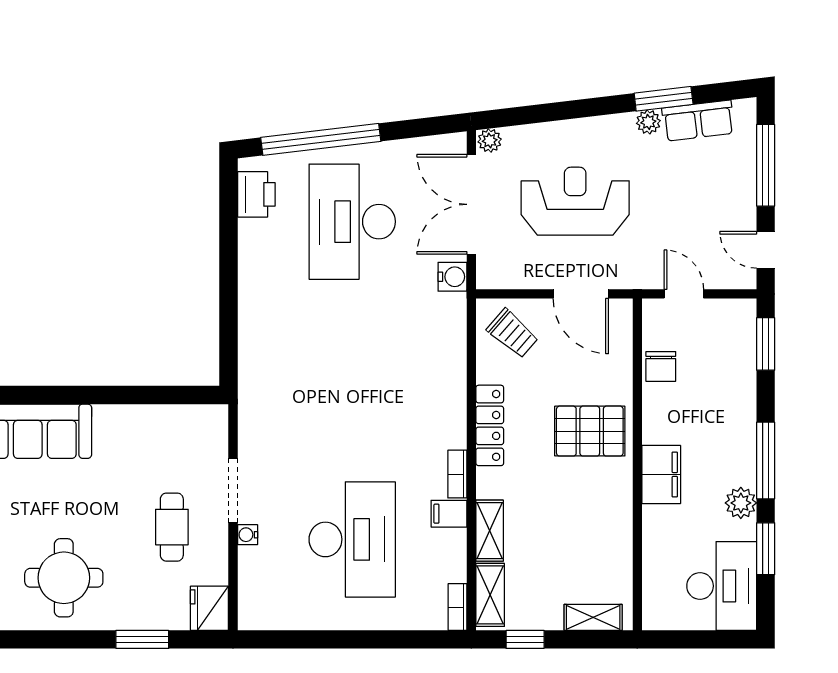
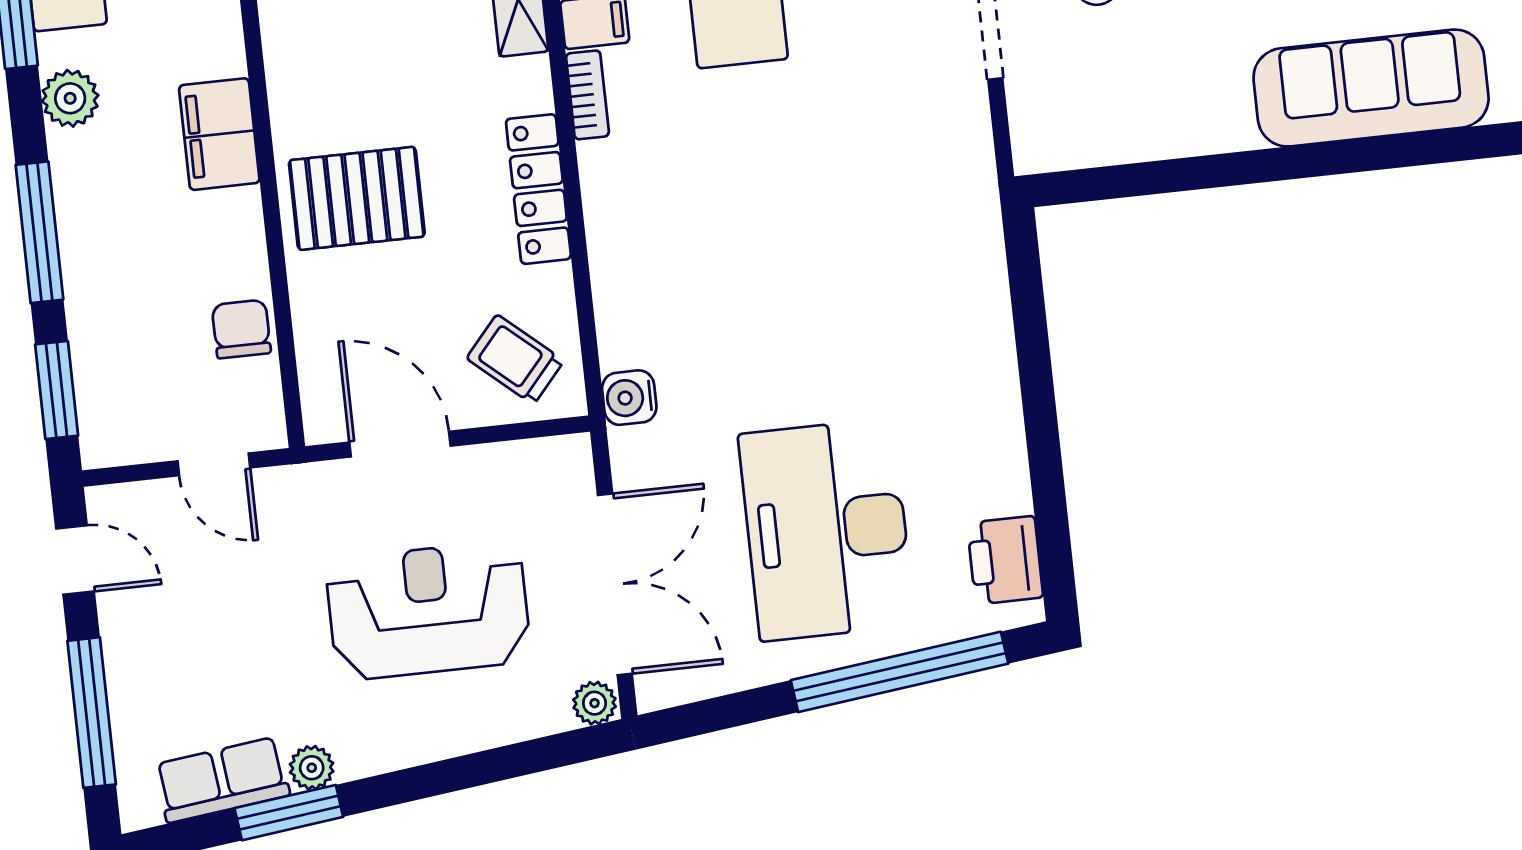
reception desk: (575, 201) -> (428, 610), turned 180
desk: (352, 222) -> (827, 530), turned 180
water cooler: (452, 277) -> (629, 398), moved
window: (766, 461) -> (39, 232), moved

